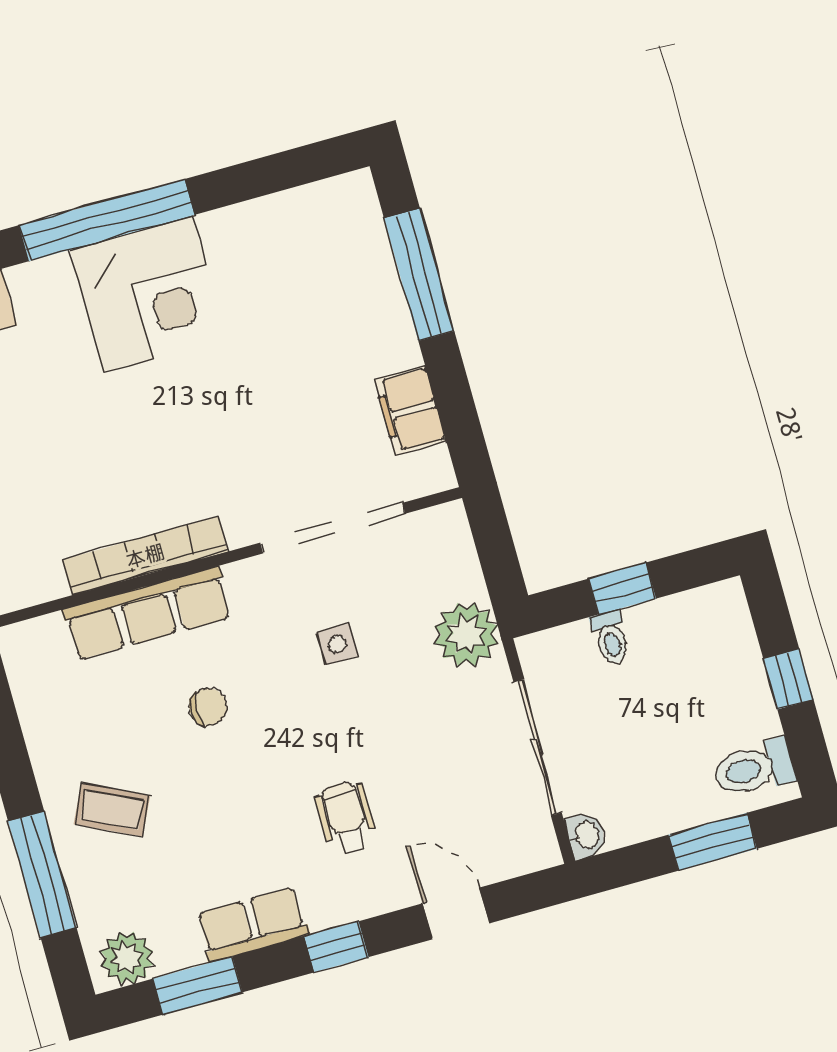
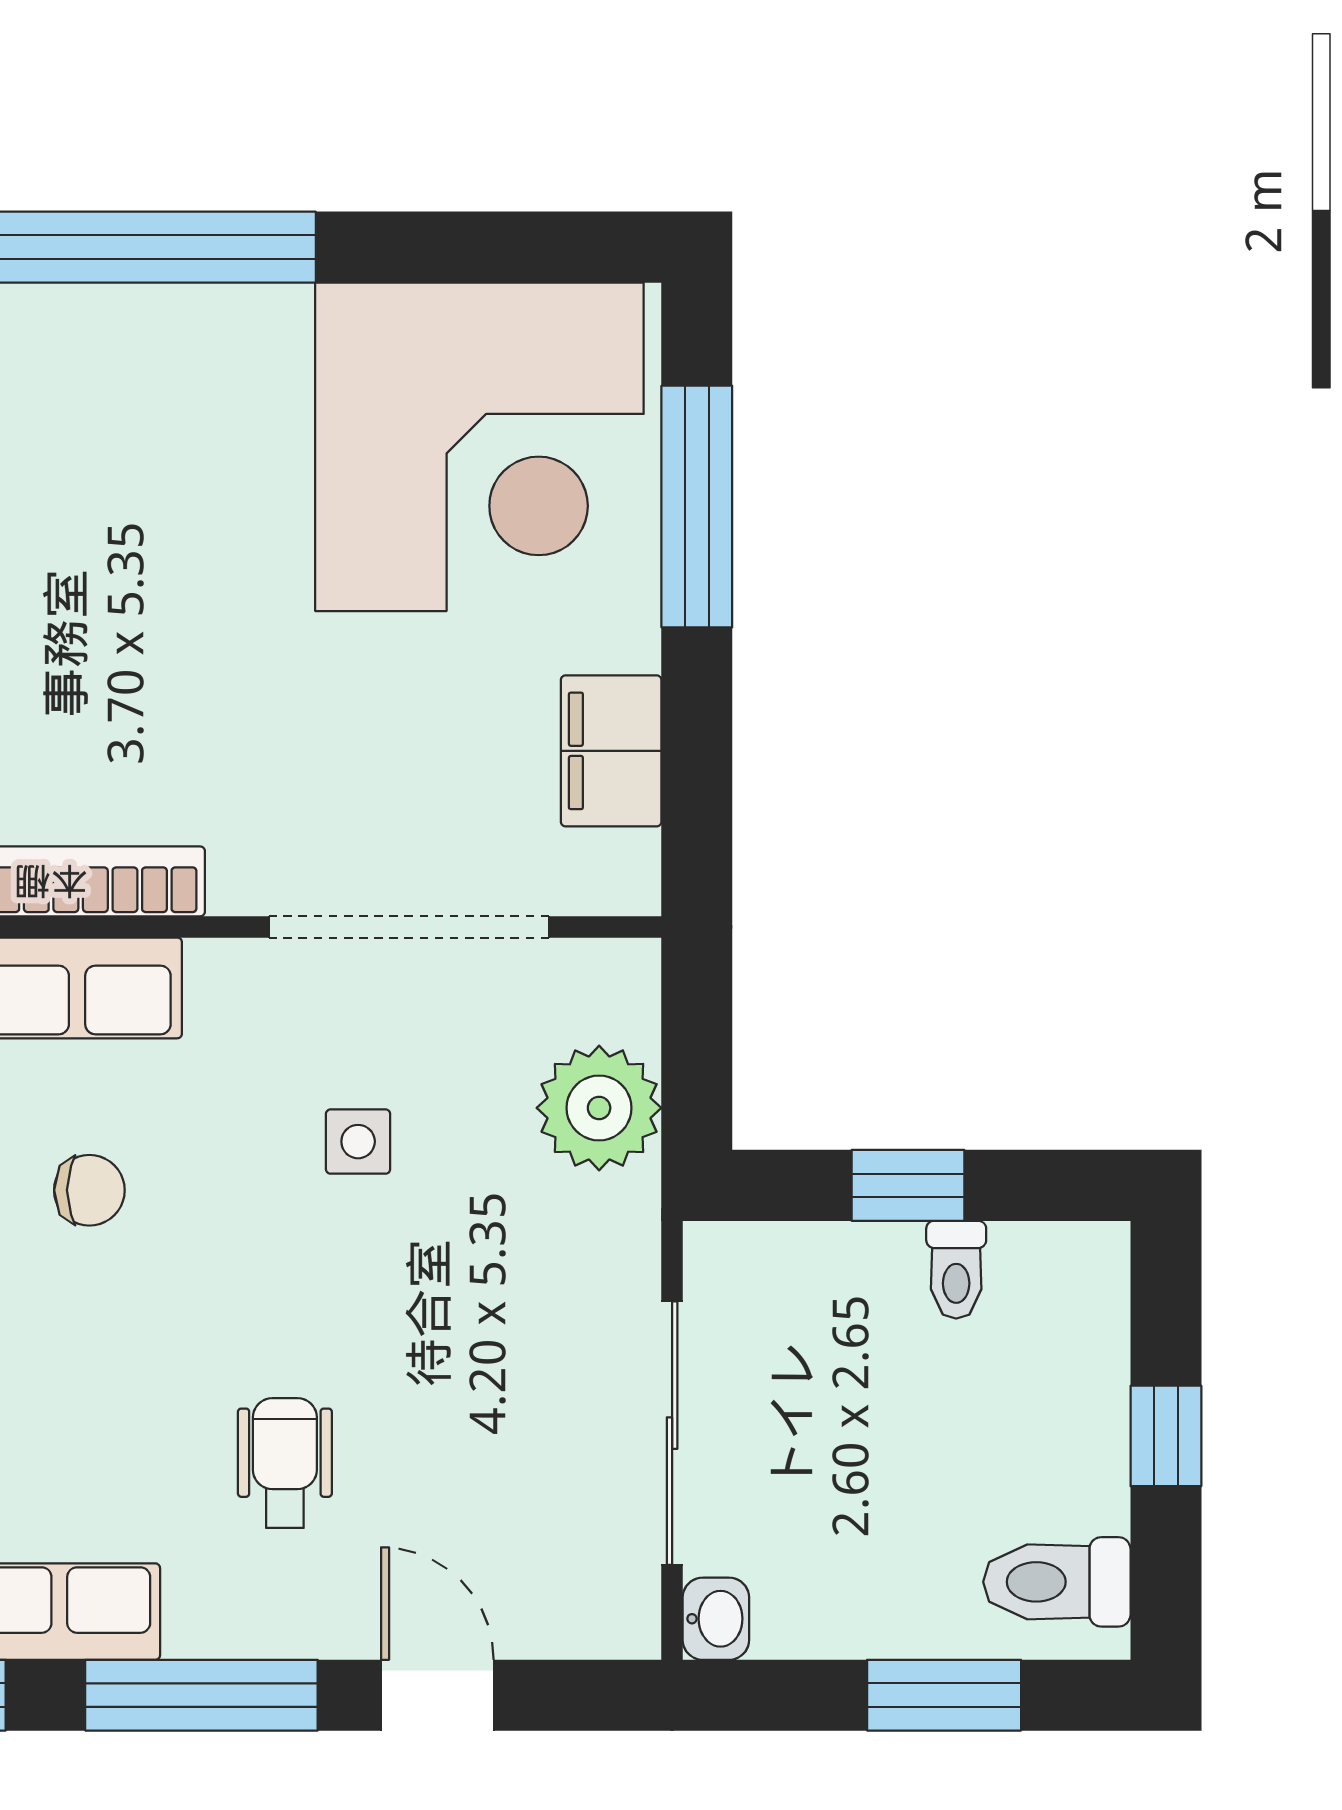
corner desk: (148, 294) -> (479, 447), moved, width x1.36, depth x1.36
plant: (466, 635) -> (599, 1108), moved
toilet: (611, 638) -> (956, 1270), moved
window: (336, 947) -> (201, 1695), width x2.17

